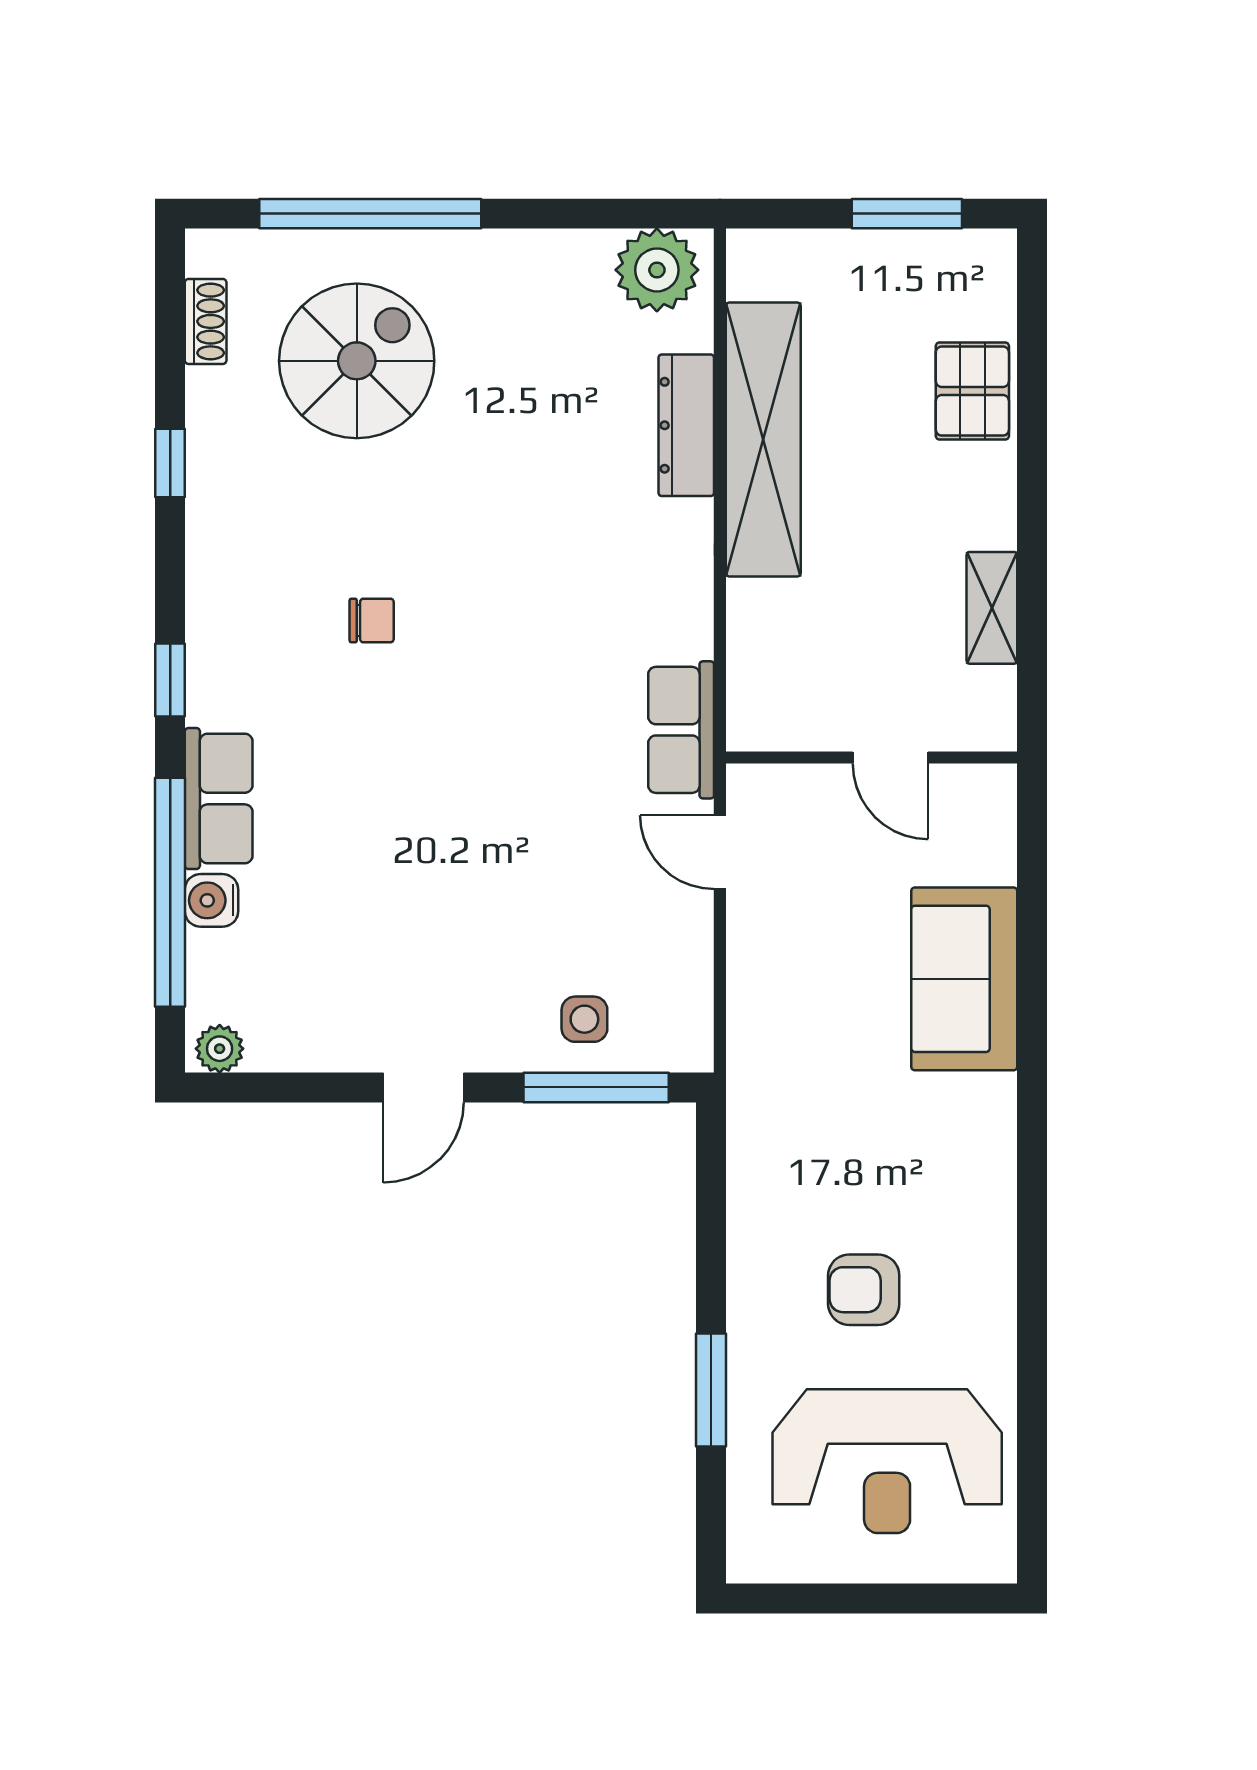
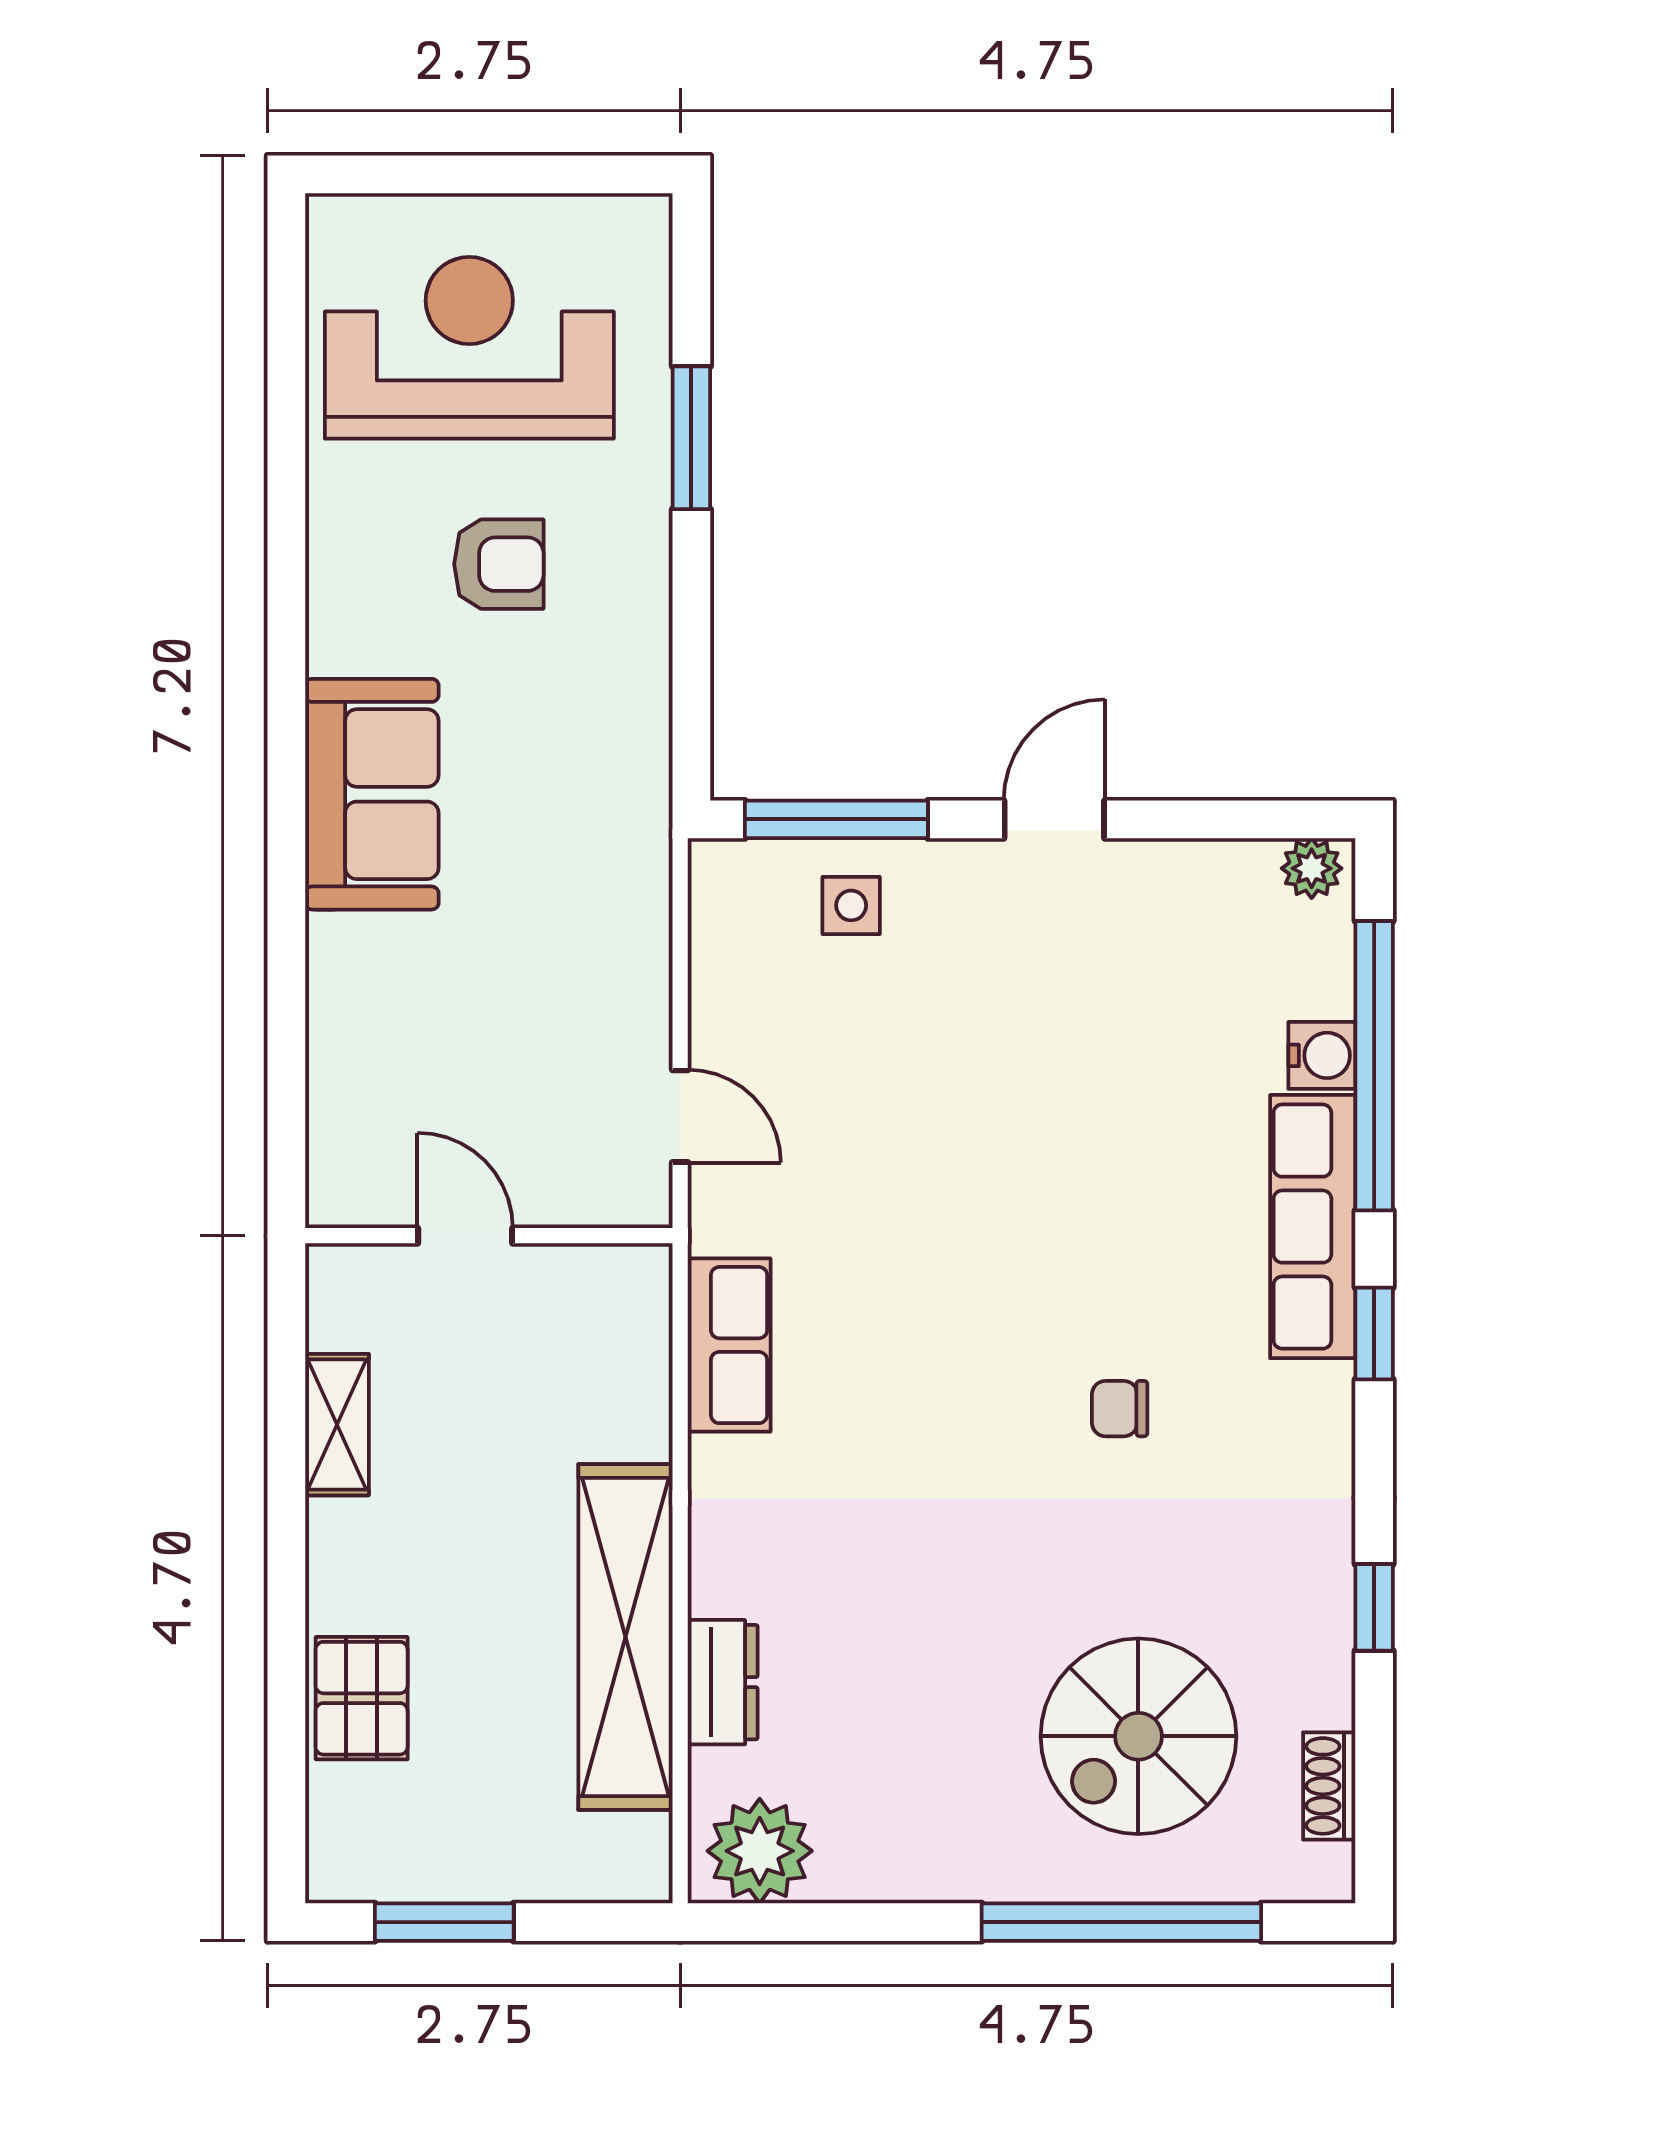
dresser: (686, 425) -> (723, 1682), width x0.70
row of seats: (681, 730) -> (729, 1345), moved
row of seats: (219, 799) -> (1313, 1227), width x1.48
sofa: (964, 979) -> (372, 794), moved

